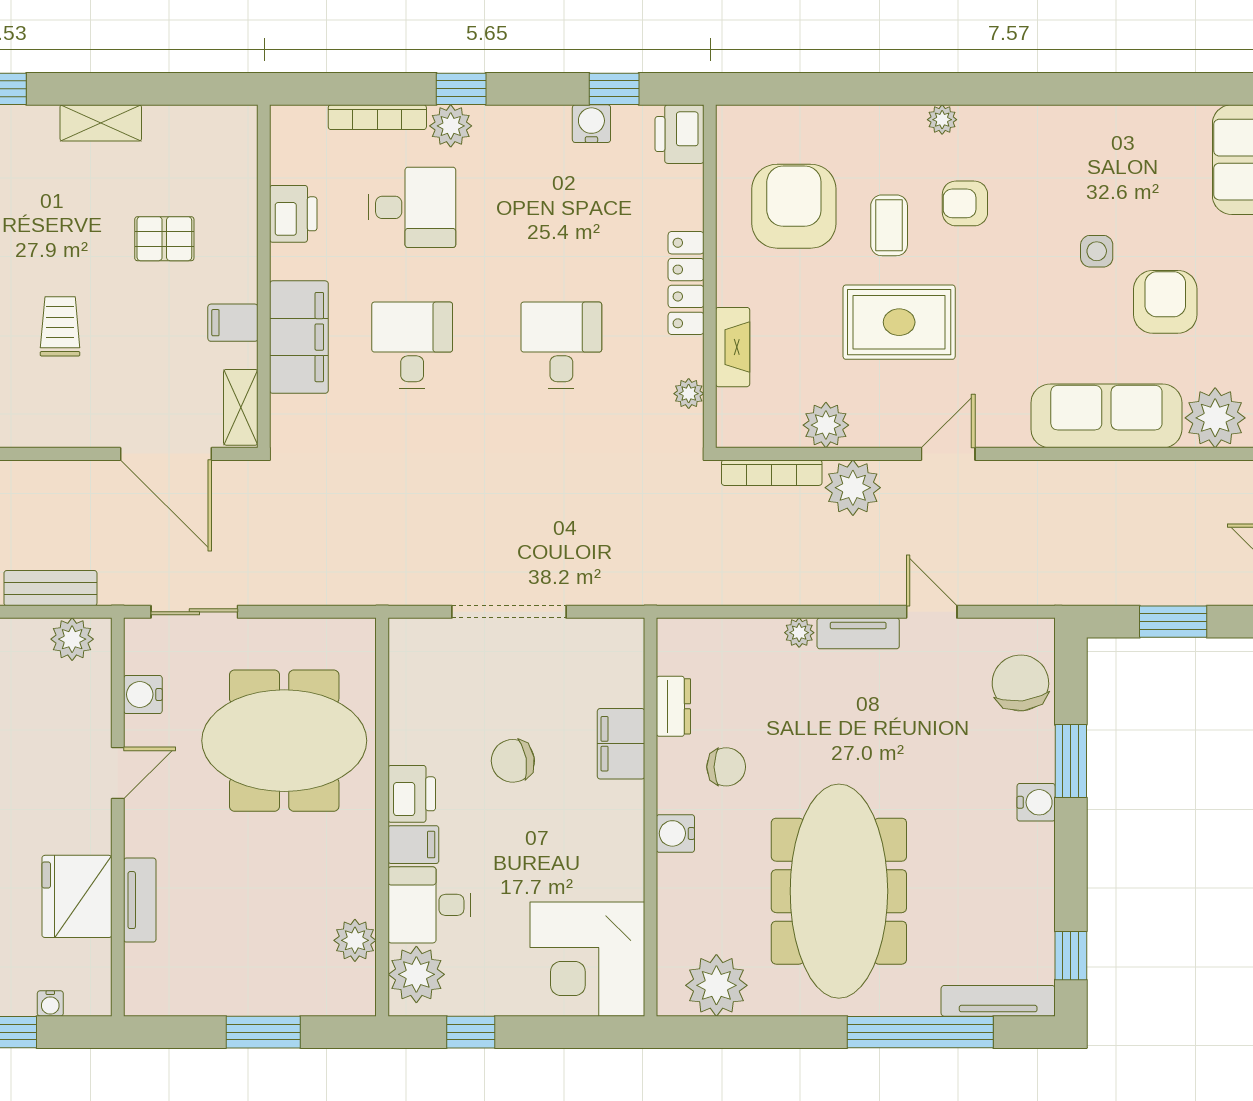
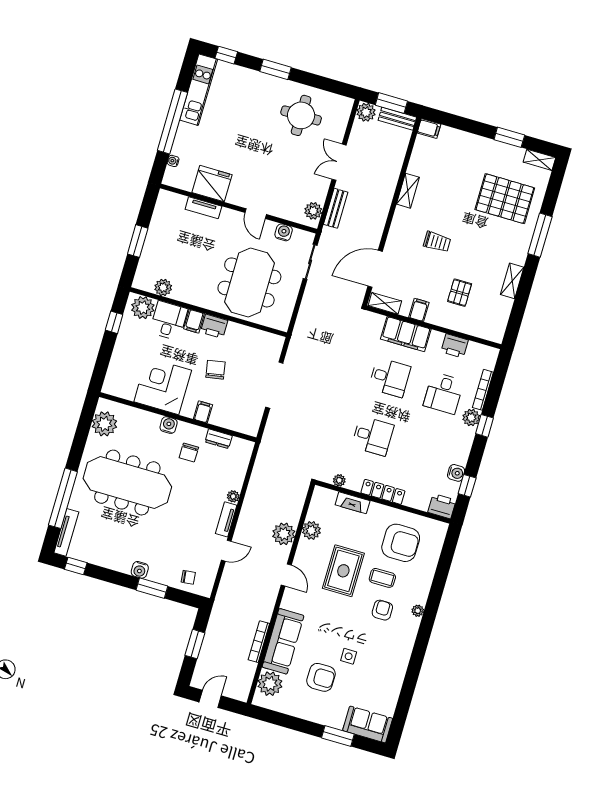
bookcase: (772, 473) -> (259, 642), moved
chair: (1020, 683) -> (188, 577), width x0.54, depth x0.54
filing cabinet: (621, 744) -> (203, 412), width x0.50
corner desk: (587, 959) -> (163, 386), moved

